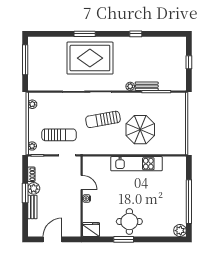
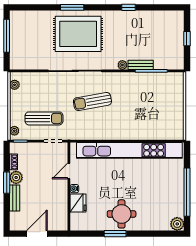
parasol: (140, 130) -> (134, 113), removed
kitchen unit: (136, 164) -> (129, 150), width x1.86
door: (82, 183) -> (69, 171), swing flipped
fridge: (91, 229) -> (78, 203), moved, turned 90

